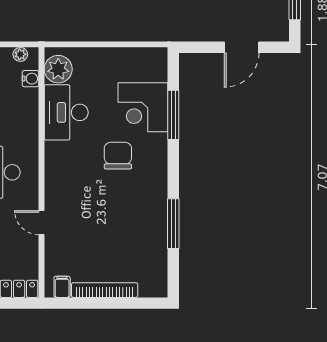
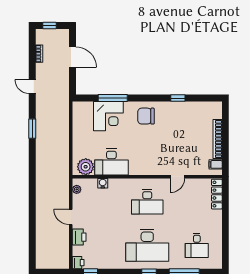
water cooler: (31, 79) -> (103, 183), moved
chair: (118, 156) -> (146, 116), moved
window: (173, 224) -> (178, 98), width x0.46

